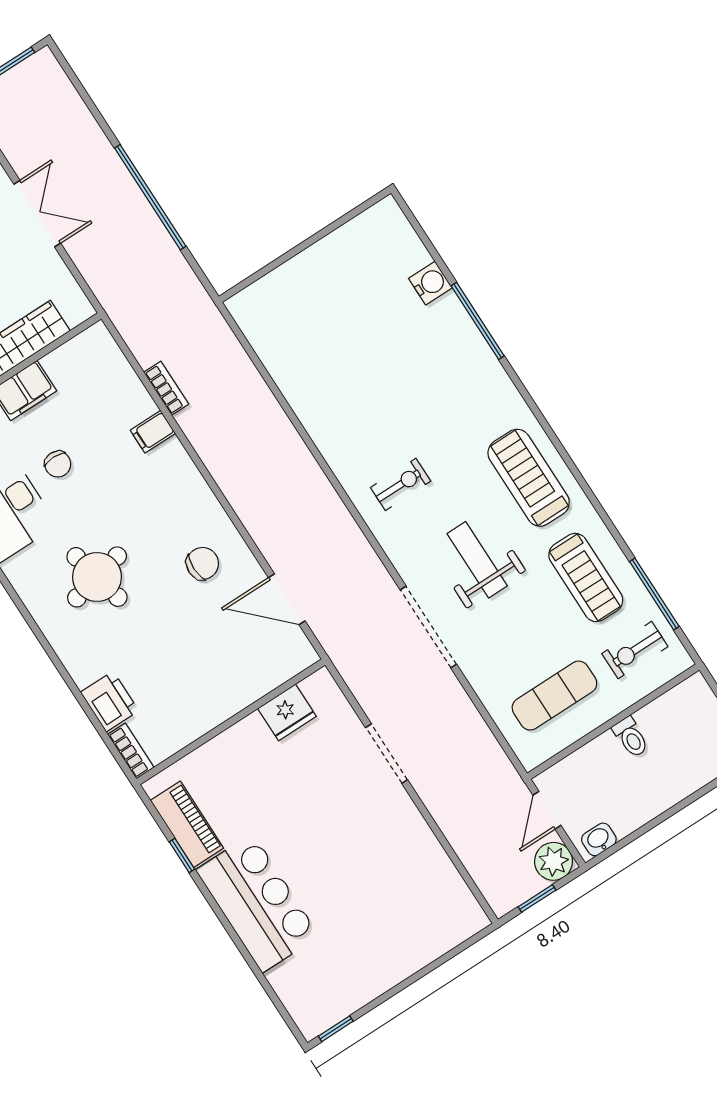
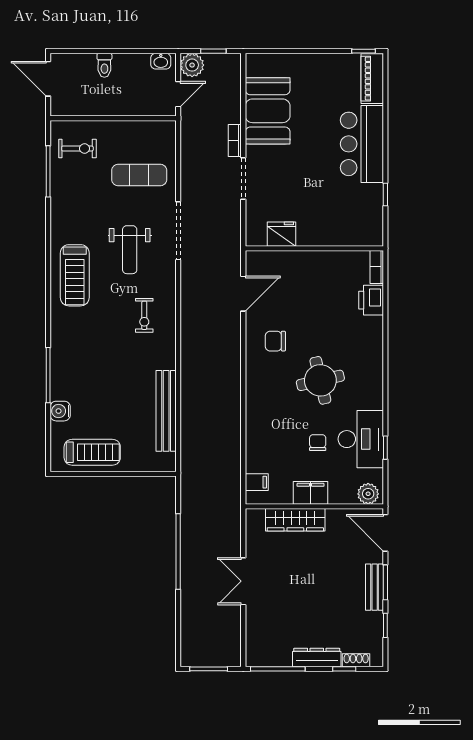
bench: (288, 375) -> (166, 411), added
bookcase: (166, 388) -> (235, 140), moved
filing cabinet: (153, 432) -> (257, 482), moved
exercise bike: (401, 484) -> (144, 315), turned -90
round table: (97, 577) -> (320, 380), moved
treadmill: (586, 577) -> (92, 452), moved, turned 90
door: (287, 599) -> (243, 294), hinge flipped
exercise mat: (554, 696) -> (139, 175), moved
toilet: (631, 737) -> (104, 65), moved, turned 180
piano: (187, 824) -> (372, 79), moved
booth: (413, 865) -> (268, 111), added

